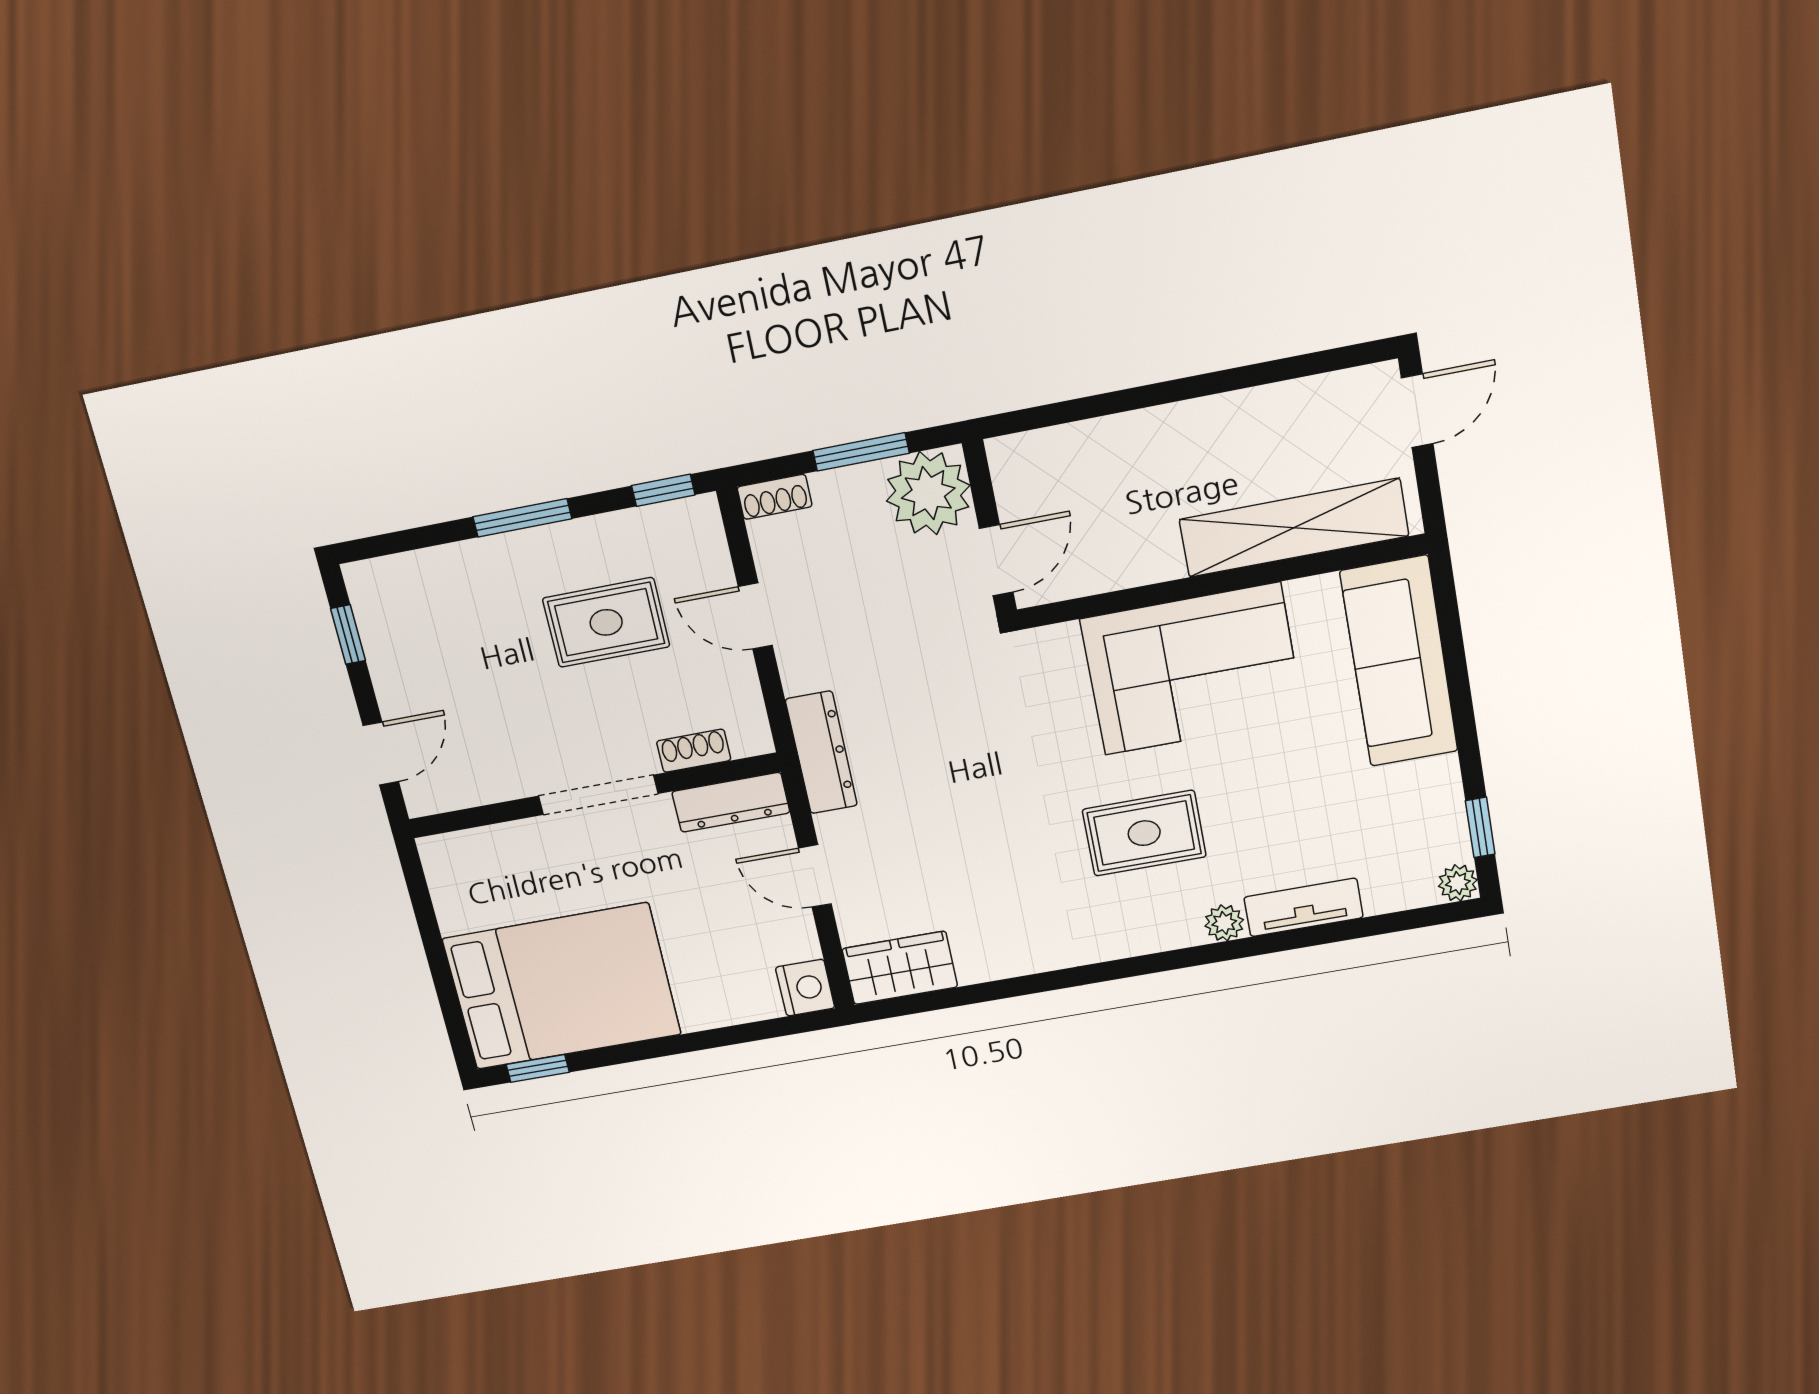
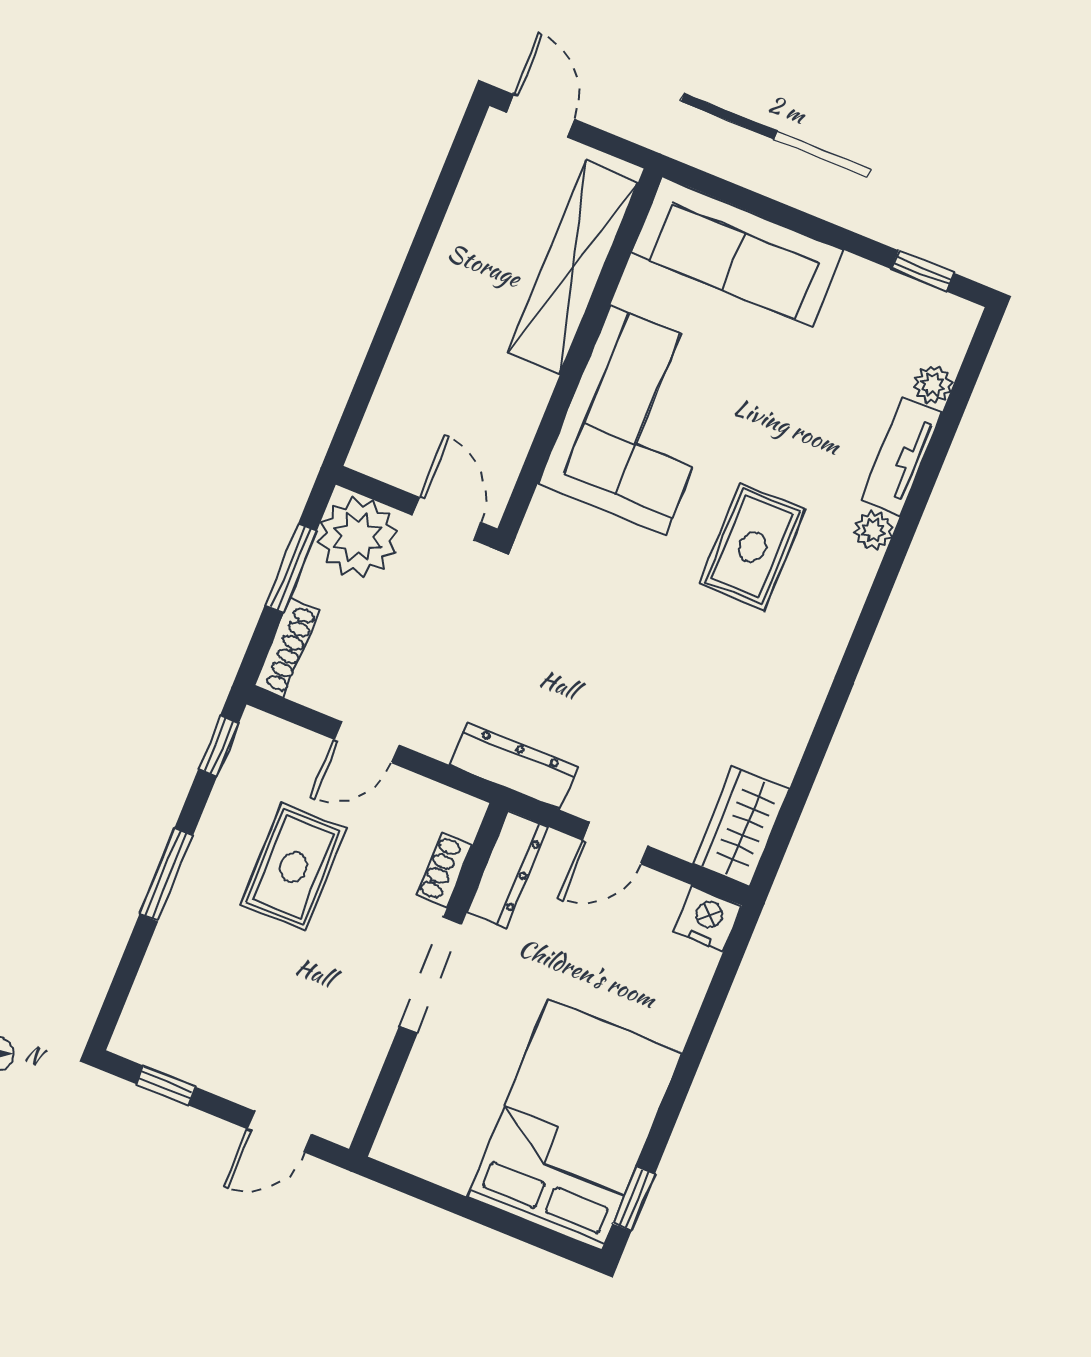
shoe rack: (775, 497) -> (287, 648), width x1.43
door: (381, 754) -> (279, 1132), swing flipped
plant: (1458, 883) -> (933, 385), moved

